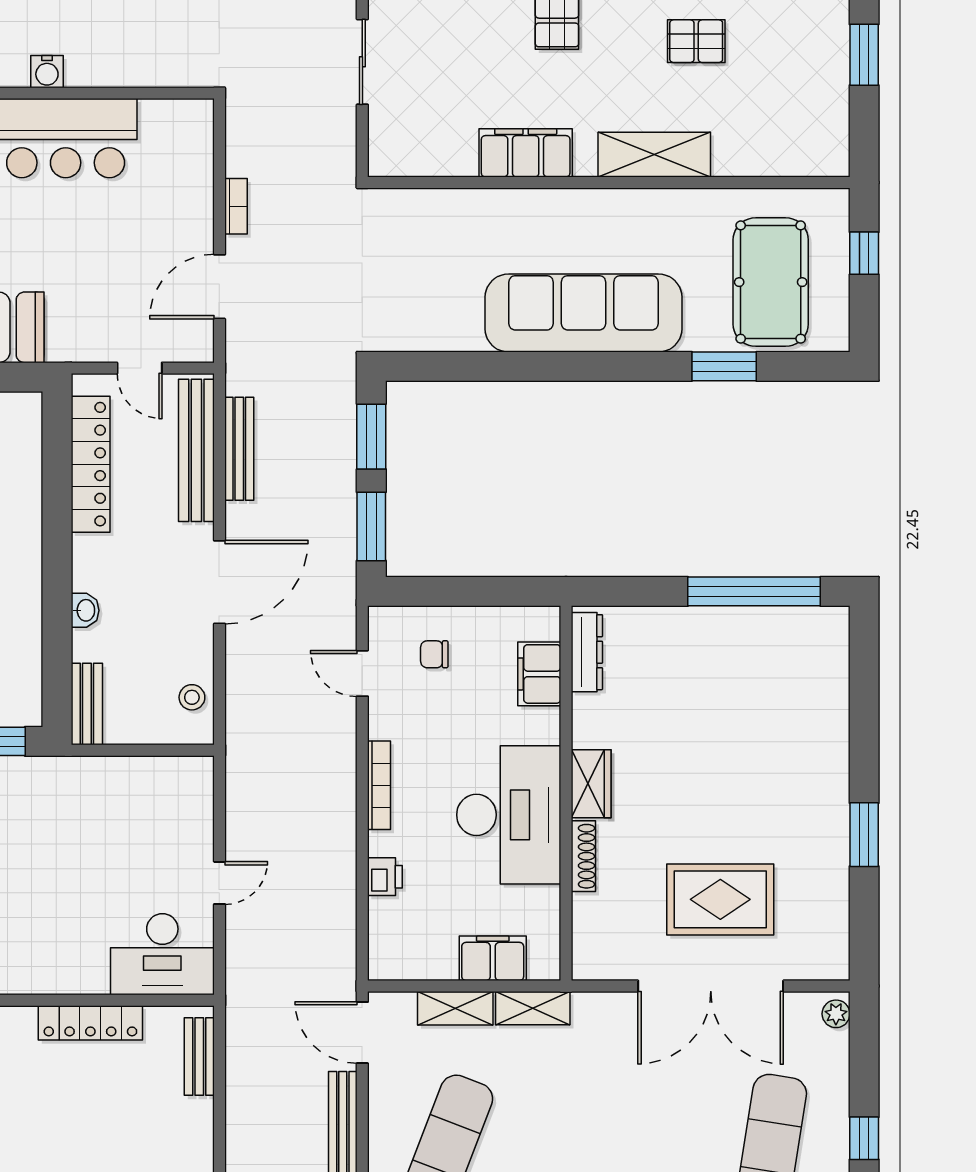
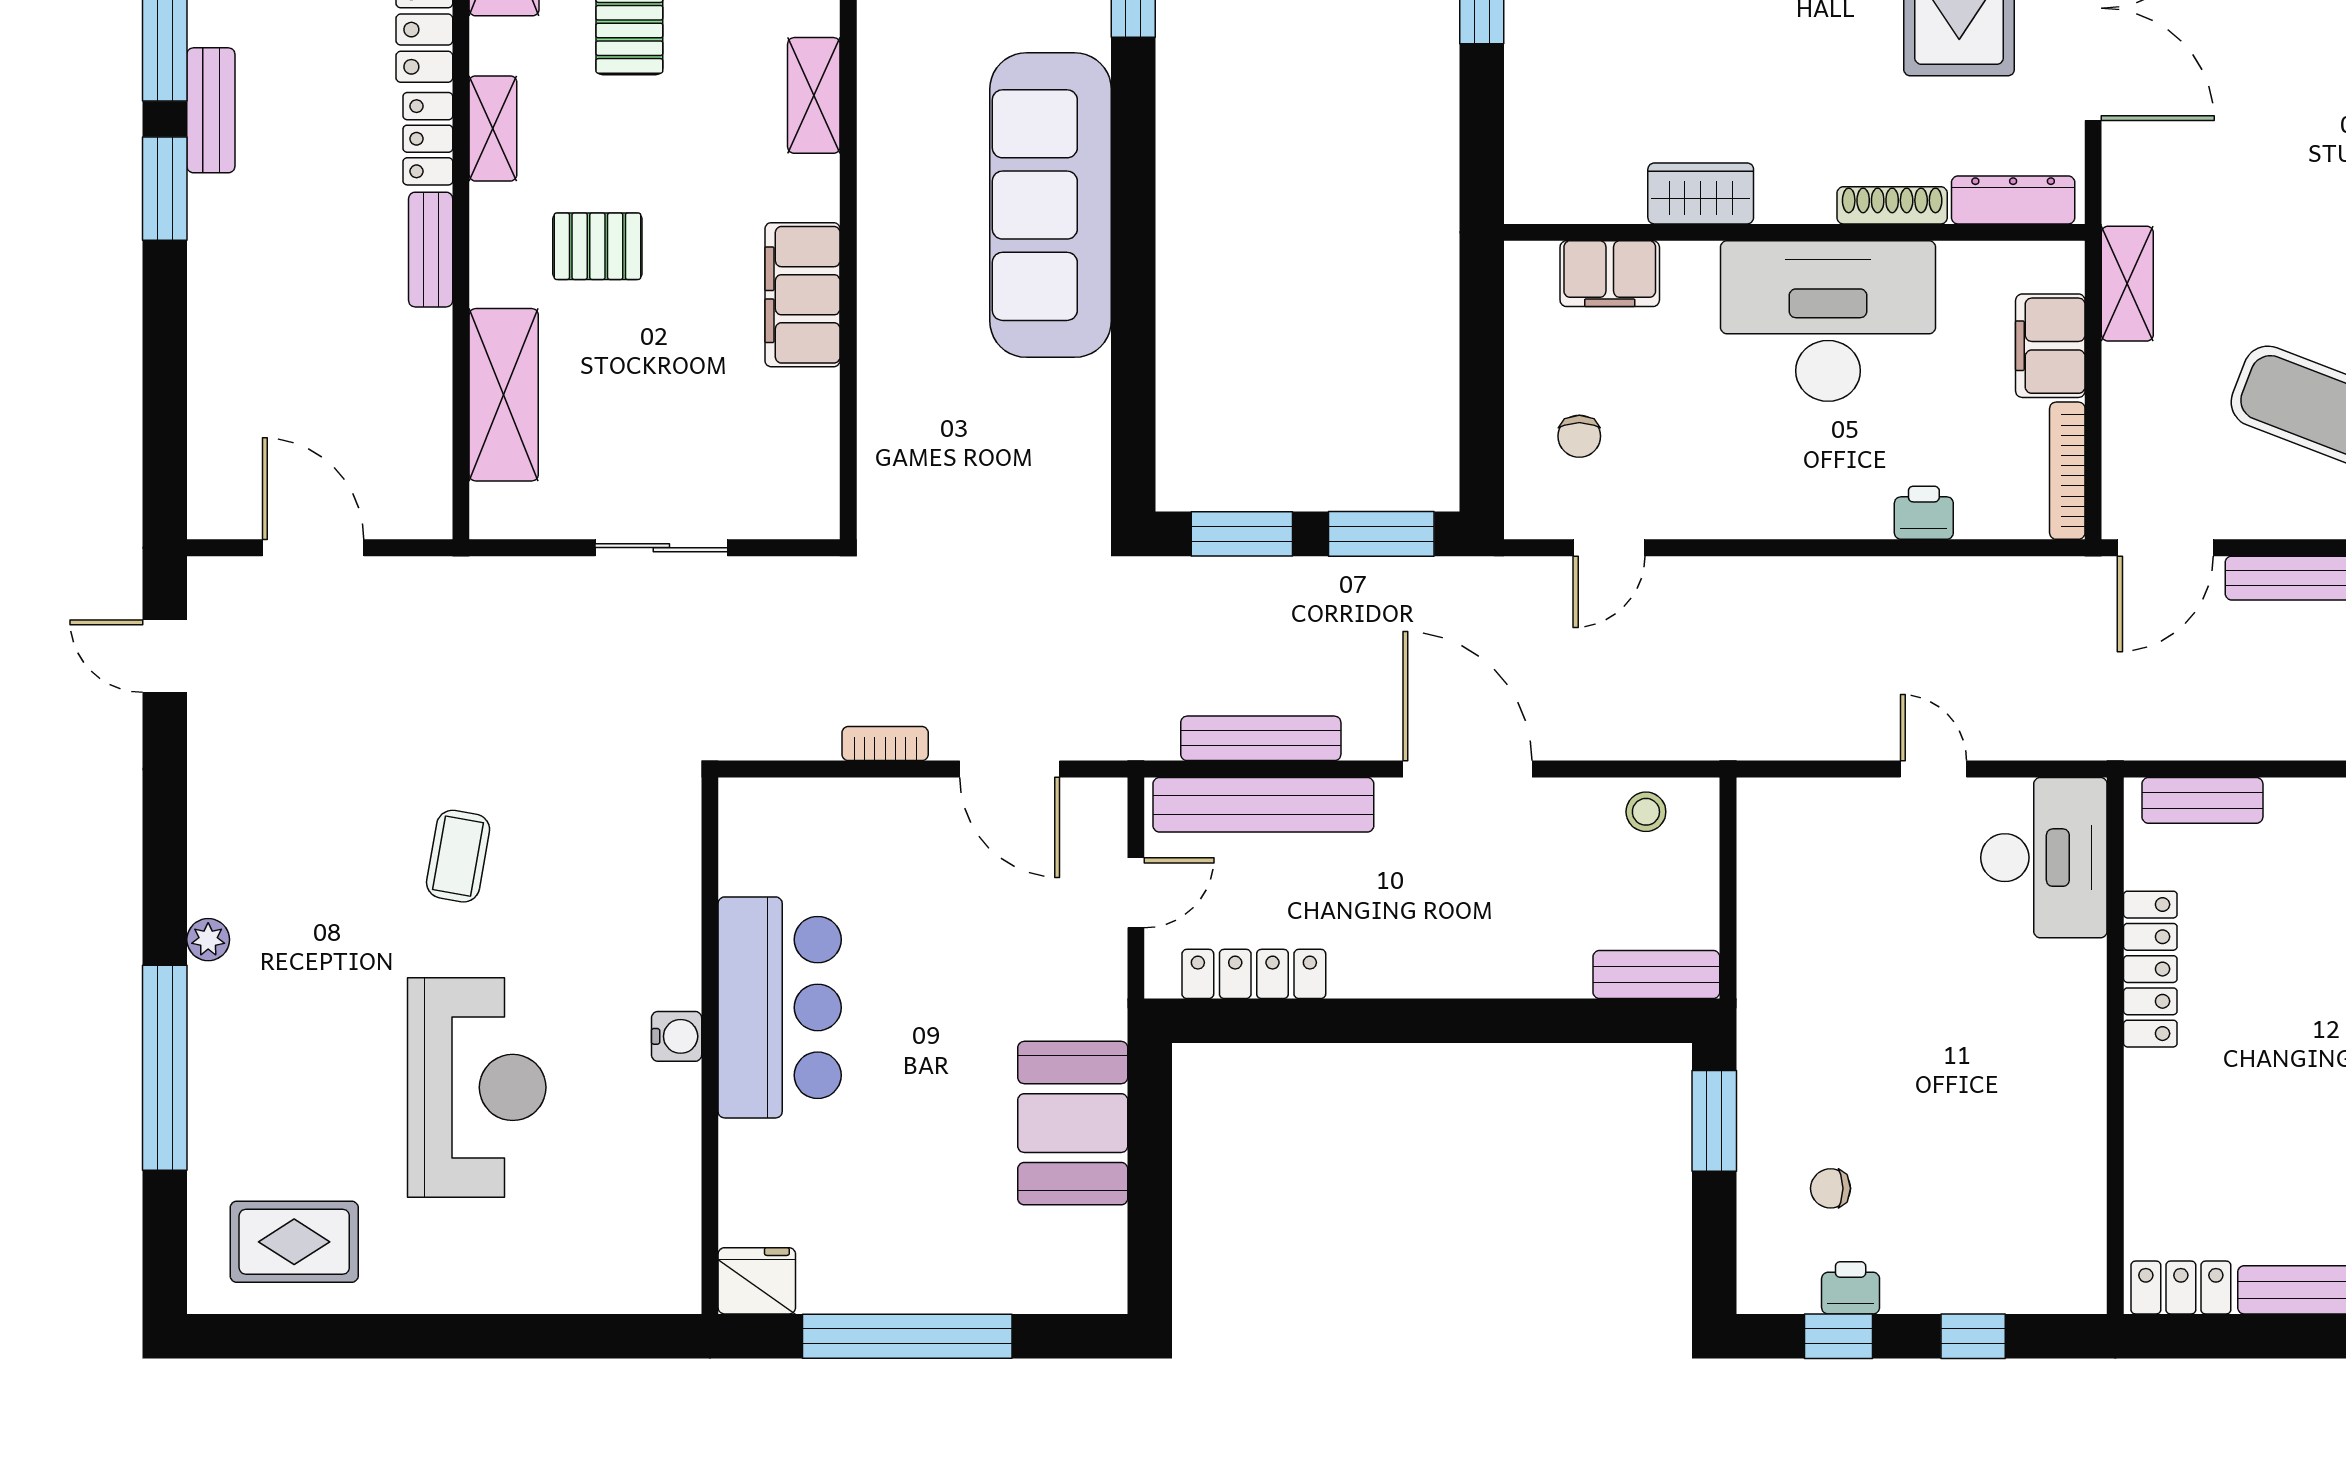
shelving: (654, 155) -> (814, 95), width x0.67, depth x0.75
locker: (91, 464) -> (1254, 974), width x0.71, depth x0.83
washbasin: (85, 610) -> (1511, 977), removed
dresser: (587, 652) -> (2013, 200), moved
wardrobe: (591, 784) -> (1701, 193), moved
bookcase: (379, 785) -> (2067, 471), moved, turned -90
shelving: (455, 1008) -> (2128, 404), removed

